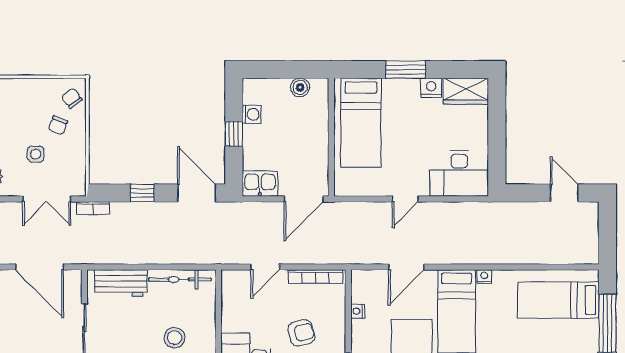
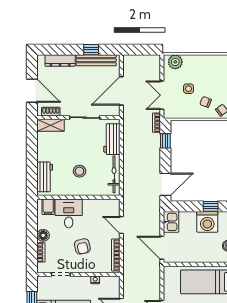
washing machine: (252, 114) -> (207, 222), width x1.89, depth x1.89
window: (234, 134) -> (211, 206), moved
window: (142, 193) -> (165, 141), moved

